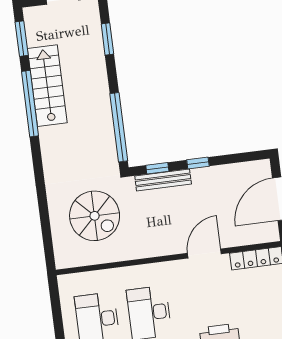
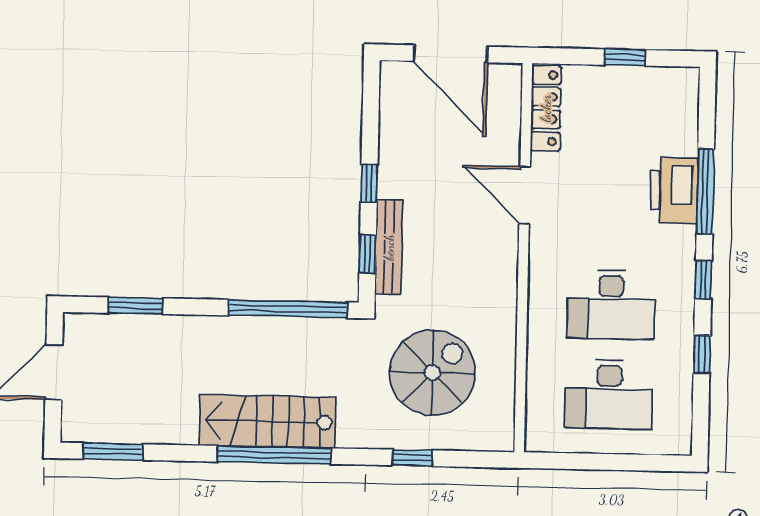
stairs: (47, 86) -> (268, 421), moved
window: (30, 104) -> (274, 455), moved
window: (44, 212) -> (412, 458), added

